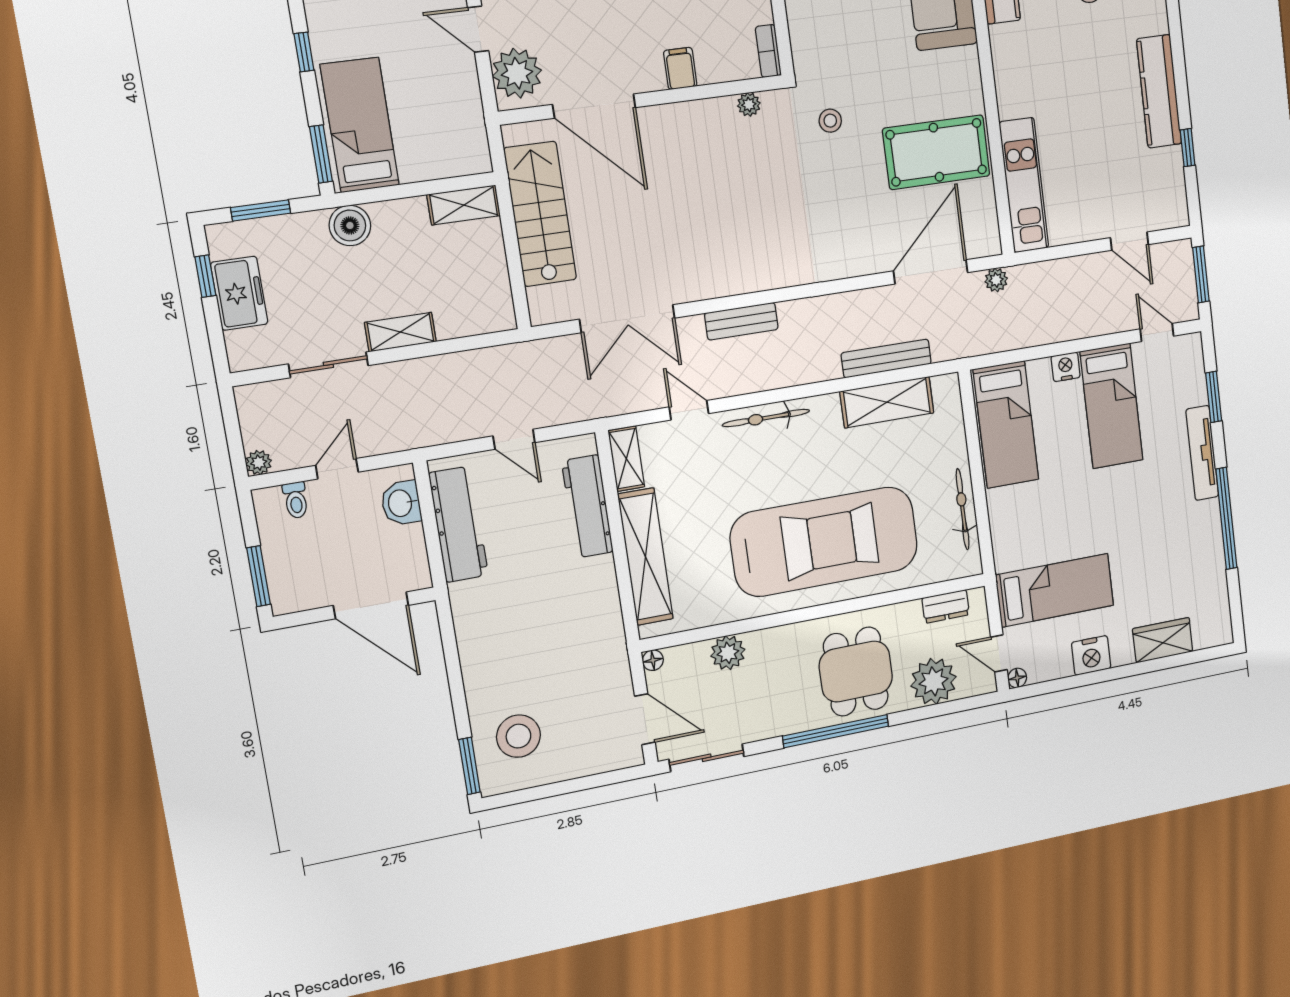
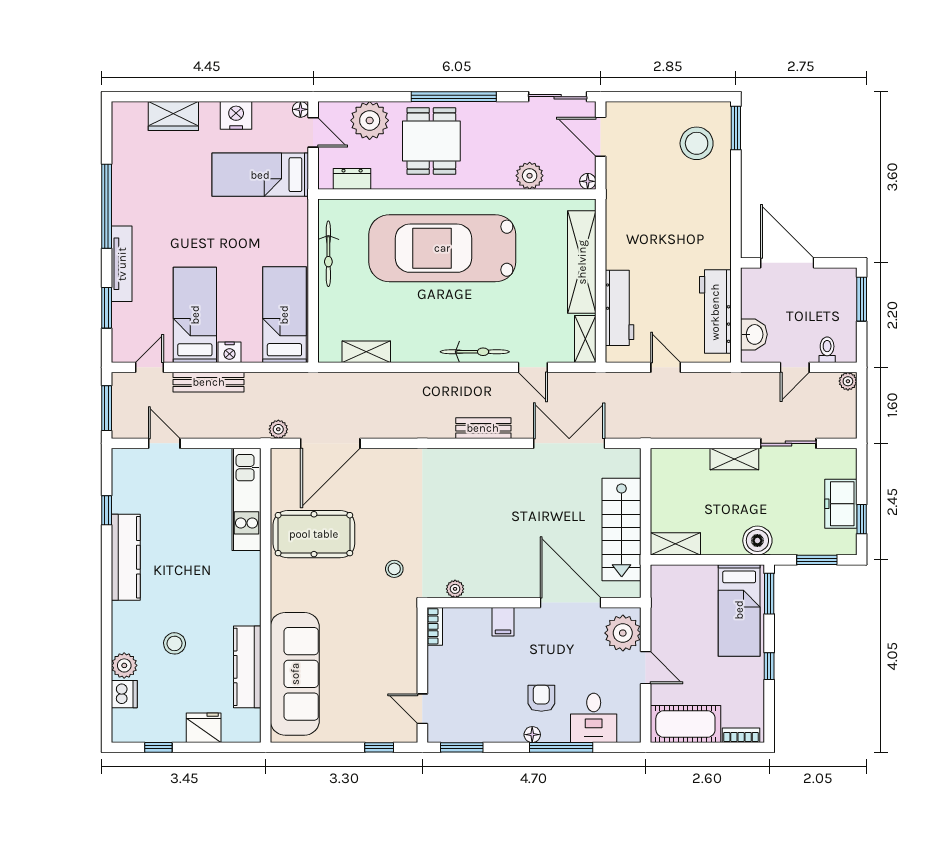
door: (1157, 332) -> (149, 367), swing flipped
bench: (886, 358) -> (209, 382), moved
shelving: (887, 402) -> (366, 352), width x0.67, depth x0.75

